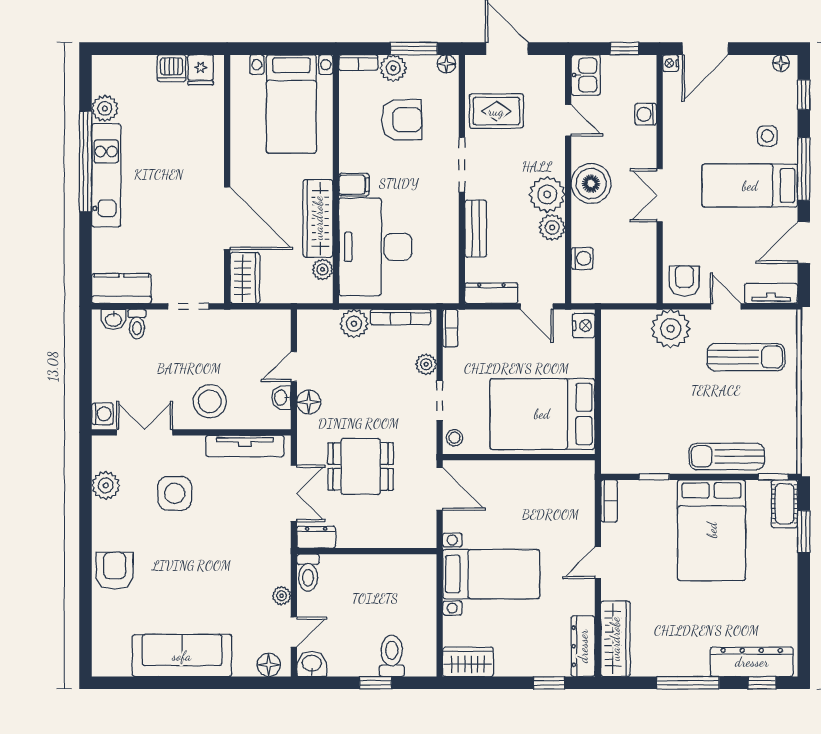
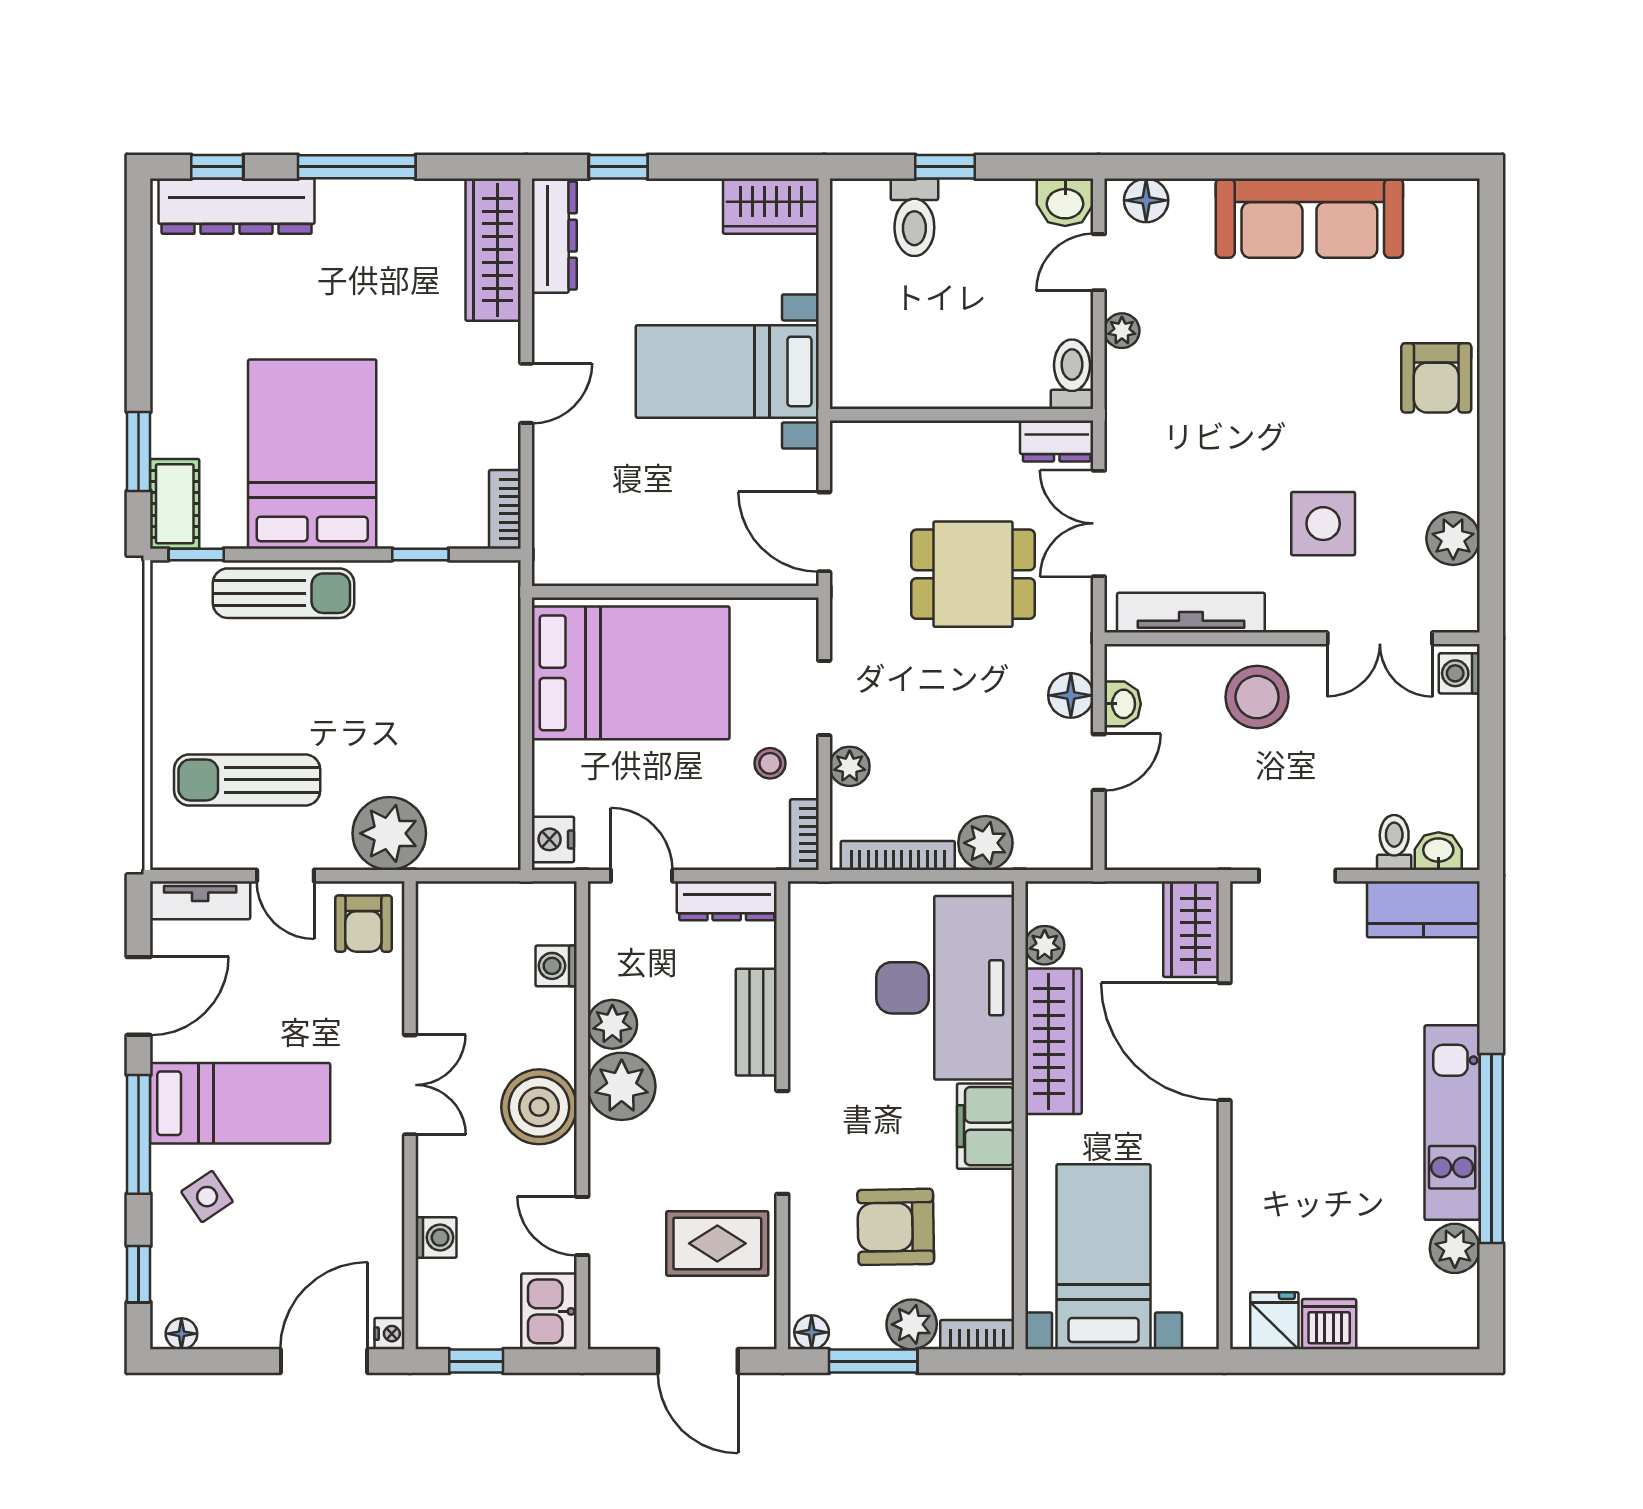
side table: (767, 136) -> (207, 1197), turned -34
filing cabinet: (354, 185) -> (986, 1126), width x2.00
stool: (455, 438) -> (770, 763), moved

